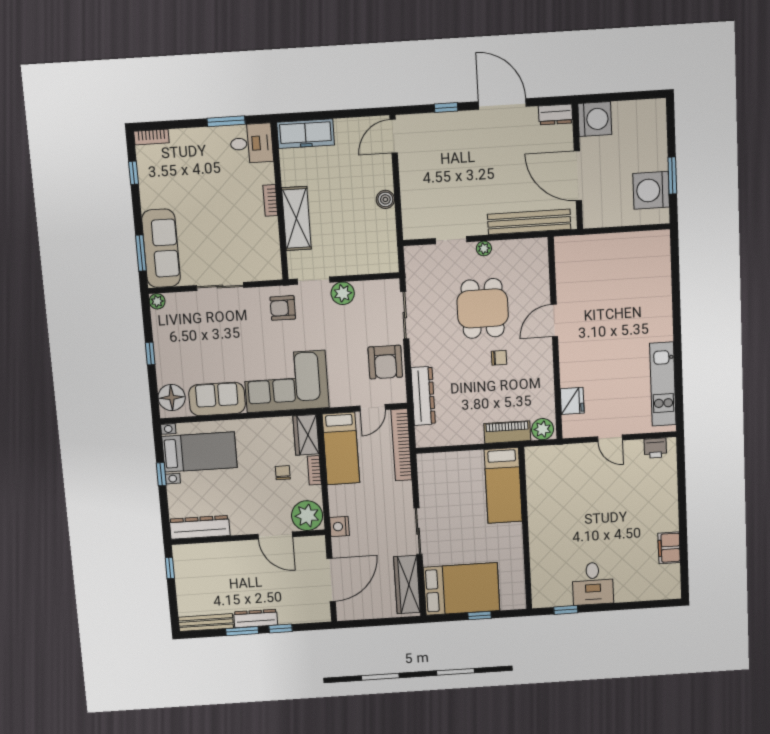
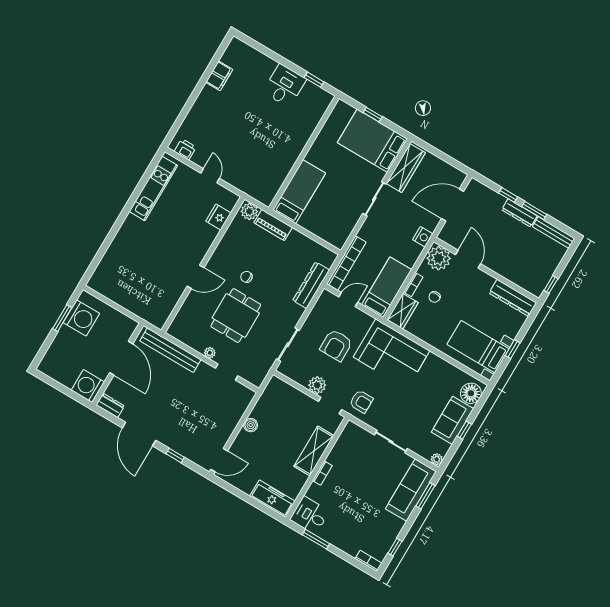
armchair: (385, 362) -> (336, 345), moved, turned 180
sofa: (217, 399) -> (452, 420), moved, turned 90

